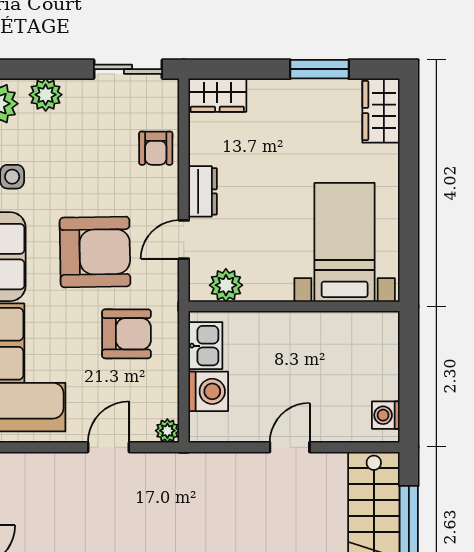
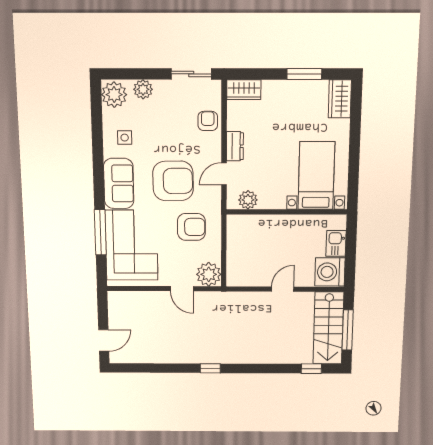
armchair: (156, 148) -> (208, 121), turned 180
kitchen sink: (205, 346) -> (336, 243), moved, turned 180
washing machine: (208, 391) -> (237, 259), removed
washing machine: (386, 415) -> (330, 272), width x1.89, depth x1.89
plant: (167, 431) -> (209, 274), width x1.87, depth x1.87
door: (108, 447) -> (182, 289), swing flipped

